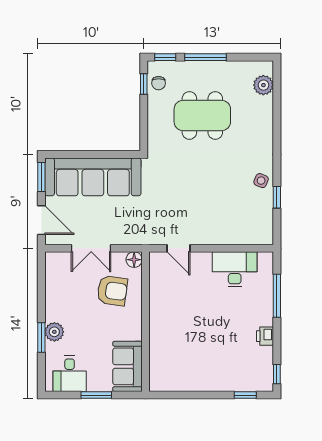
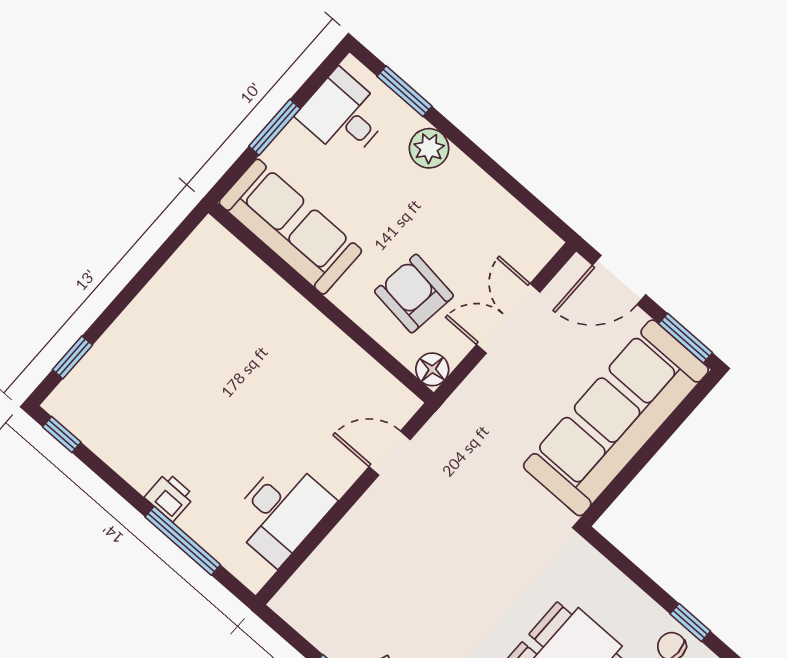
armchair: (112, 291) -> (414, 294), turned 89
printer: (265, 336) -> (170, 497), moved
window: (41, 337) -> (404, 91), moved
sofa: (127, 366) -> (290, 227), width x1.36

